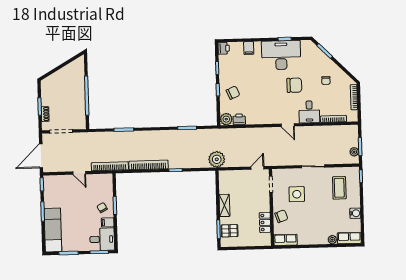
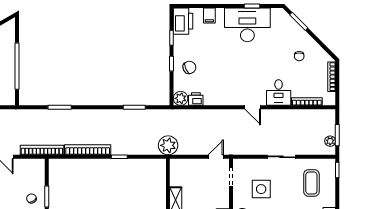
printer: (224, 48) -> (183, 21), width x1.87, depth x1.48
chair: (294, 85) -> (262, 61), removed

